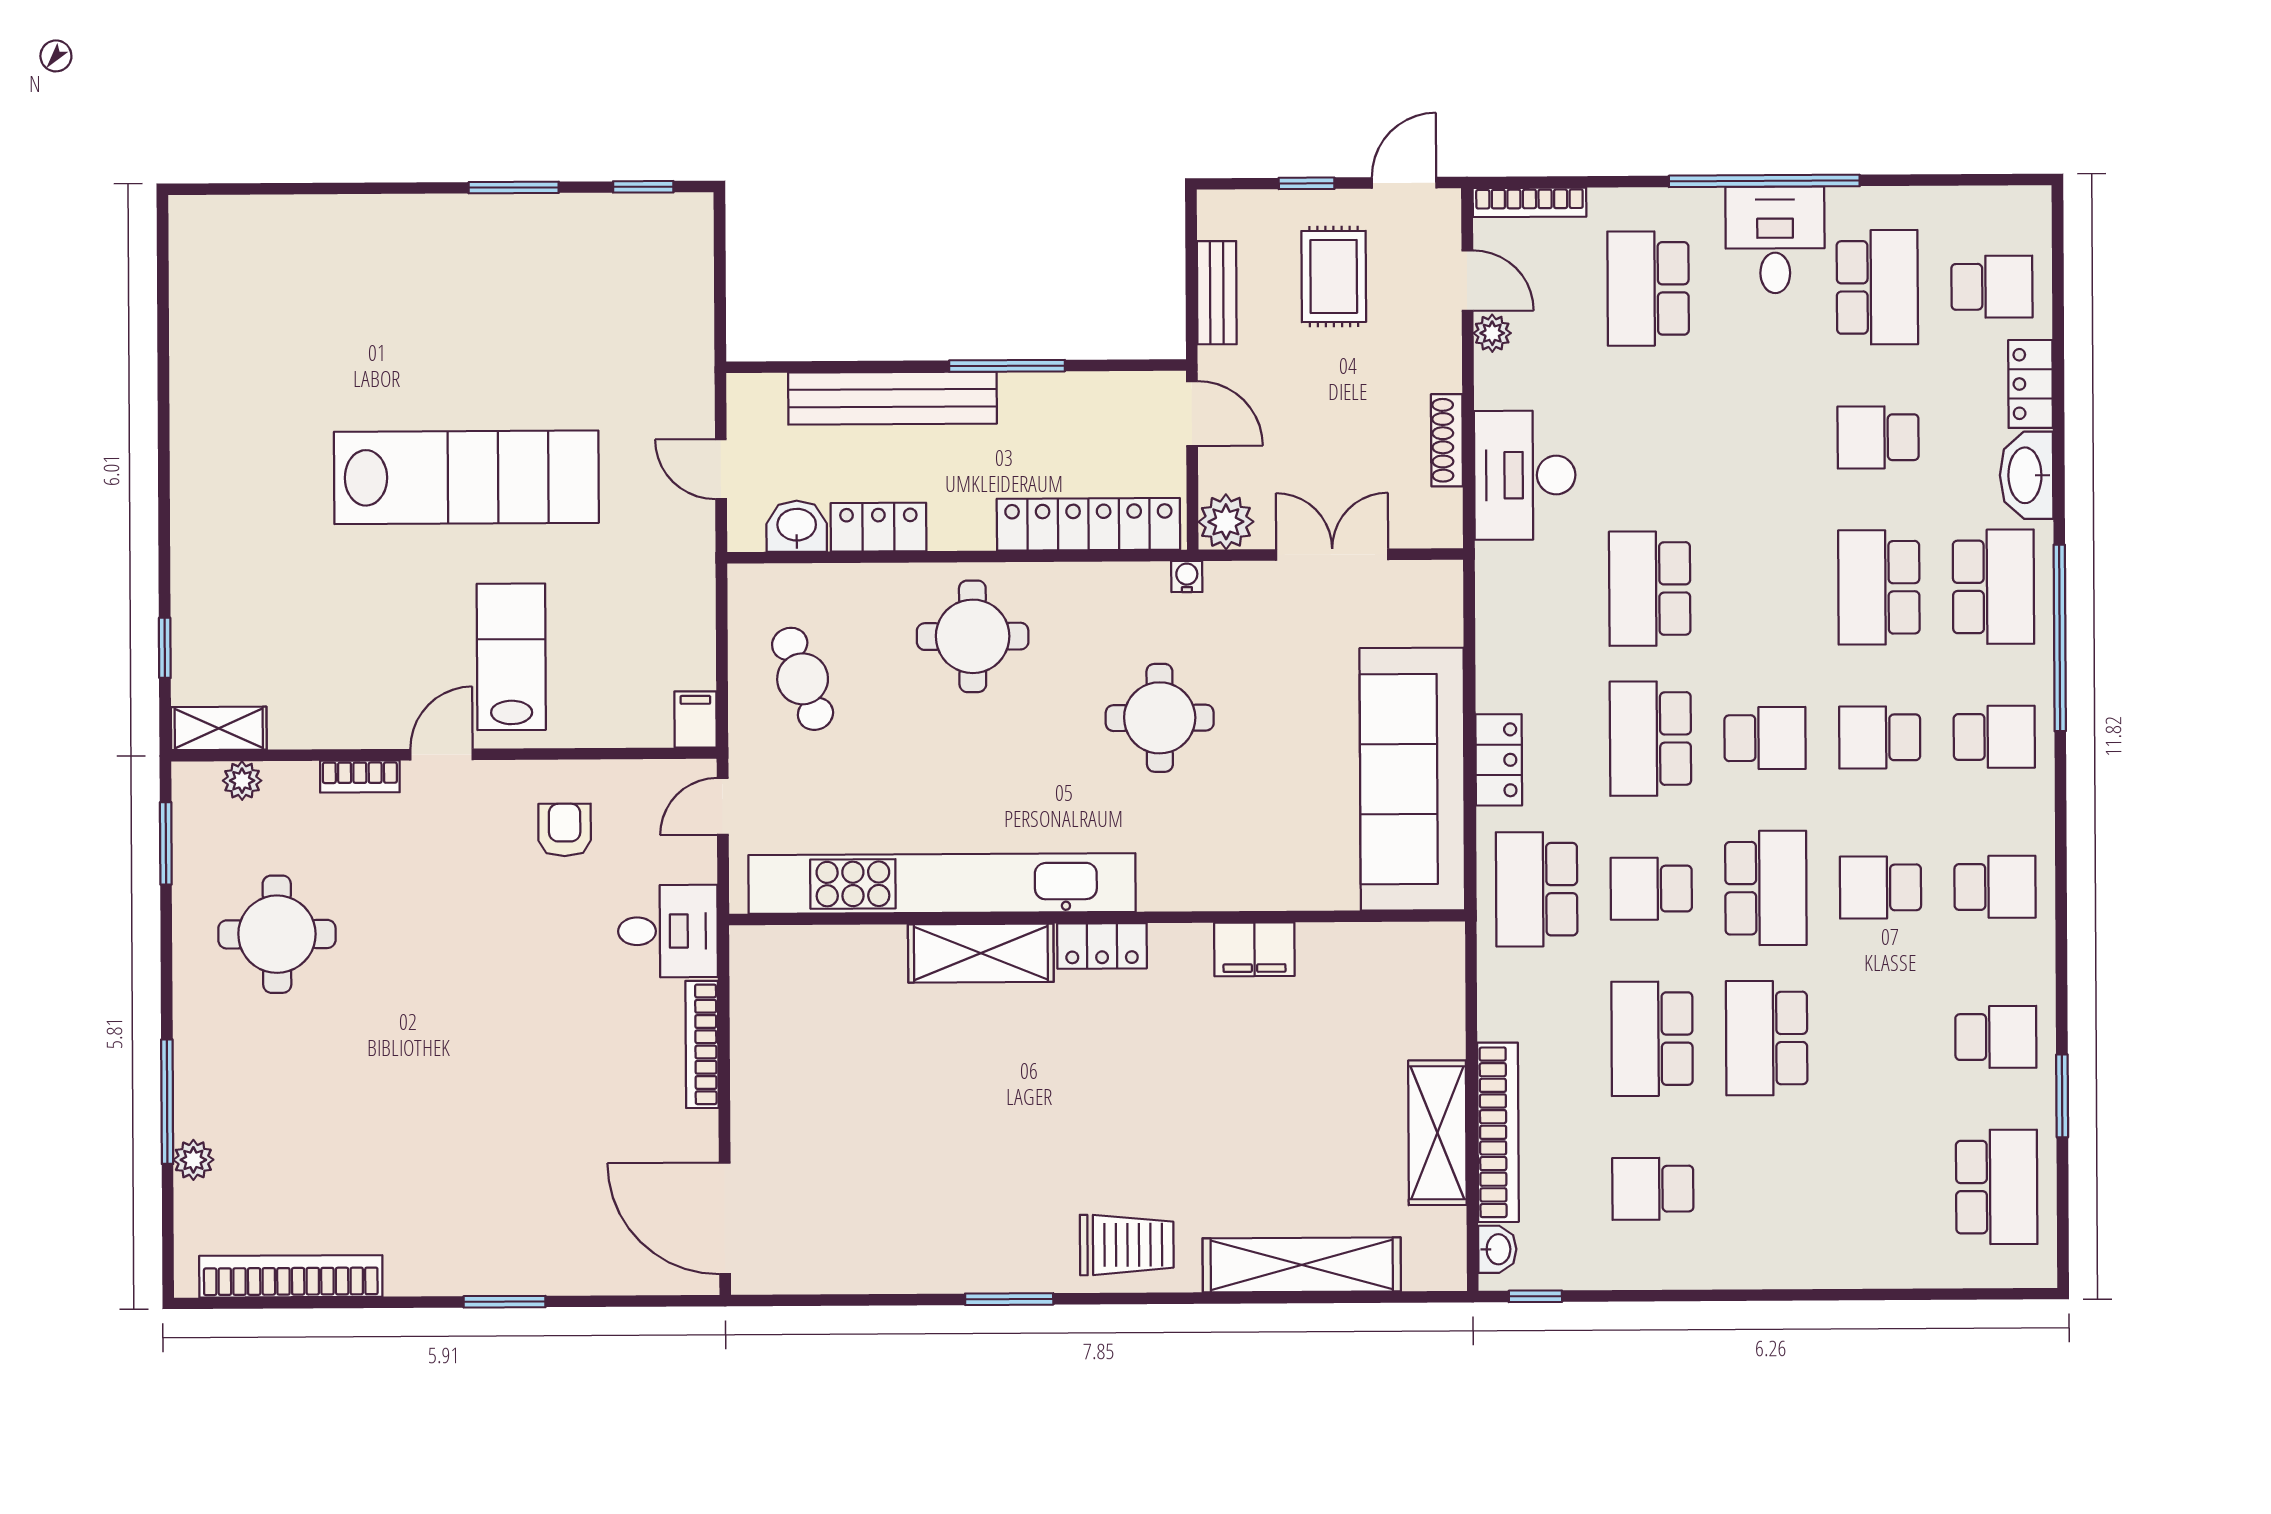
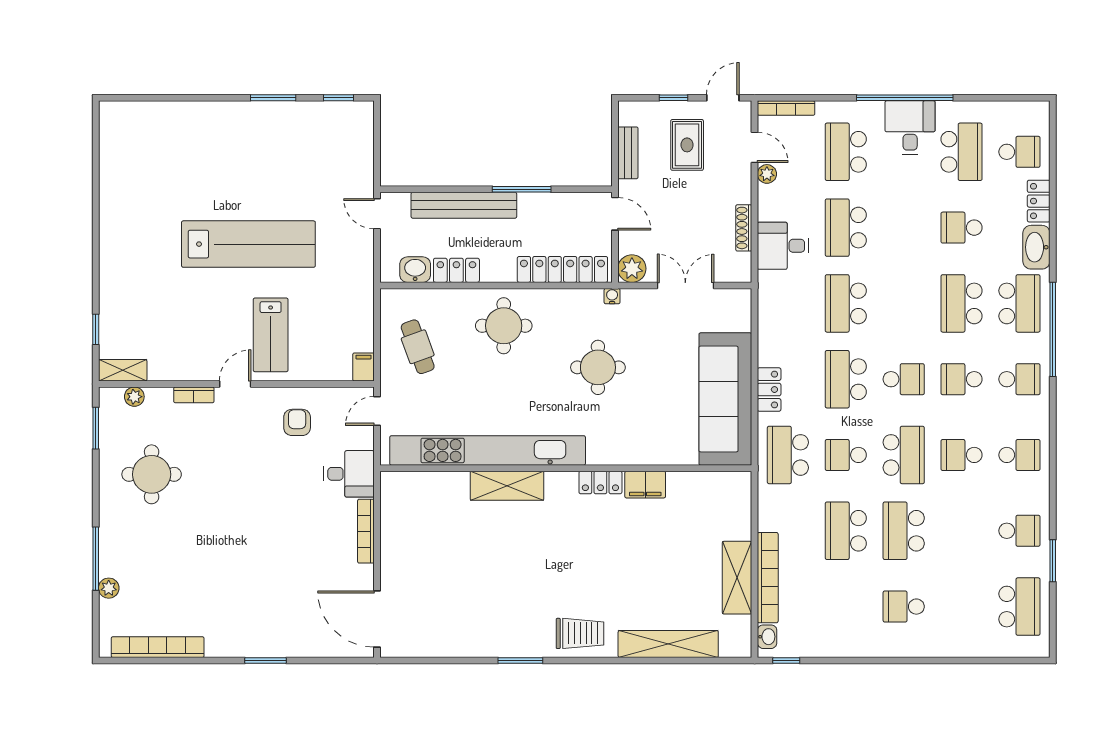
school desk: (1649, 439) -> (846, 228), added
door: (721, 469) -> (377, 214), moved
desk: (1525, 475) -> (783, 246), width x0.73
lab bench: (511, 657) -> (271, 335), turned 180
locker: (1102, 946) -> (600, 482), moved
school desk: (1653, 1189) -> (904, 607), moved

